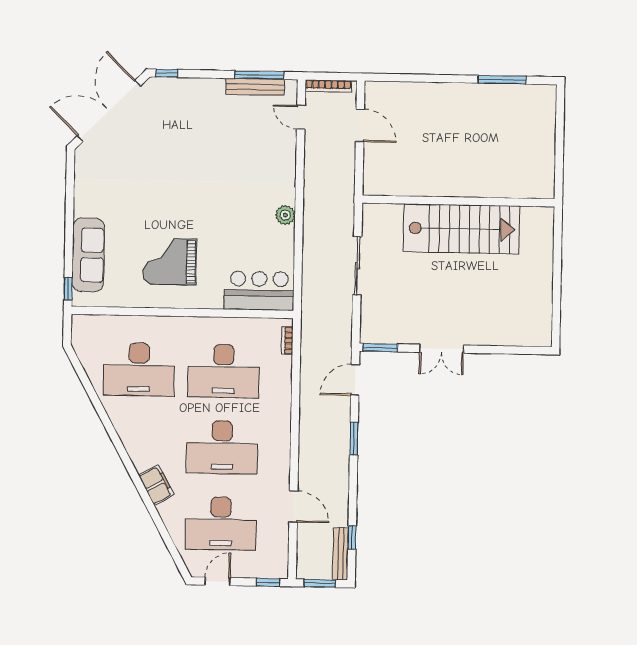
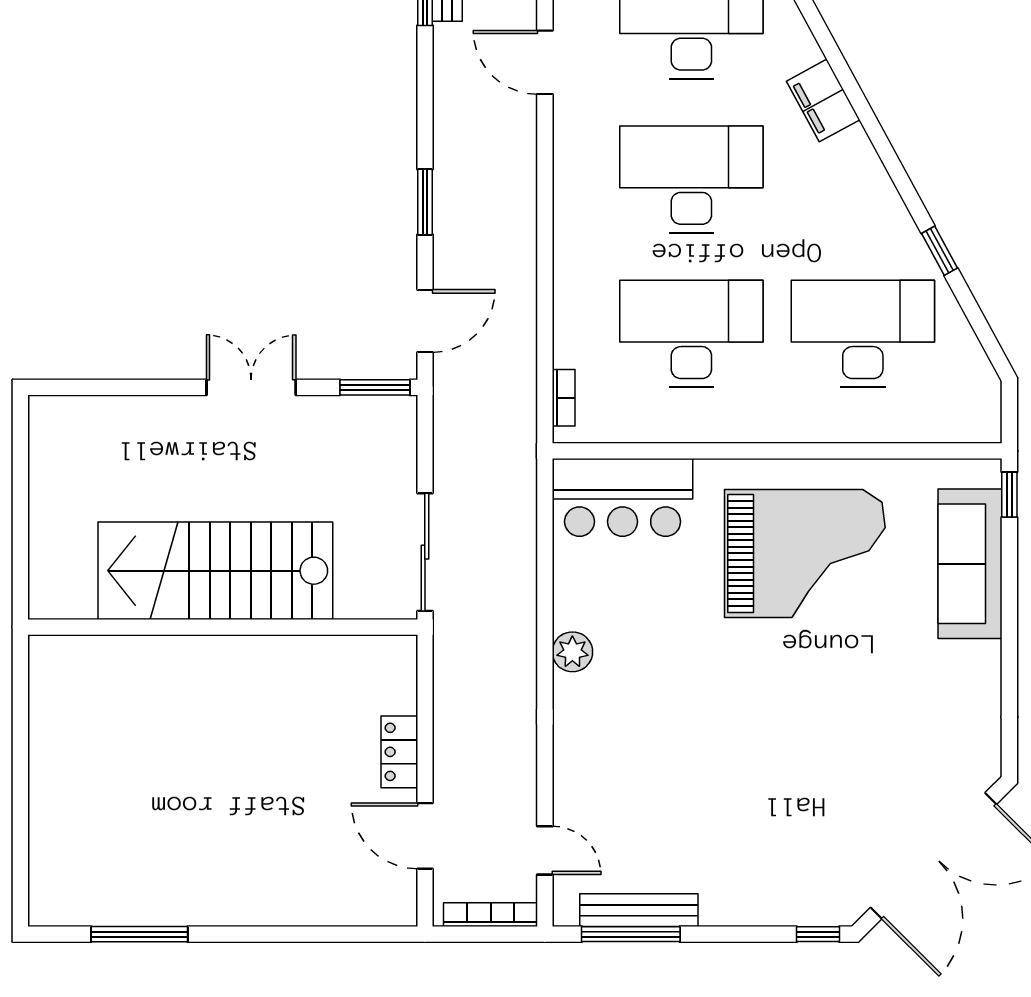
locker: (372, 167) -> (399, 752), added
wall: (458, 201) -> (223, 627), moved
stairs: (462, 229) -> (215, 571), moved
grand piano: (170, 261) -> (805, 553), width x1.37, depth x1.48
window: (100, 410) -> (940, 251), added

